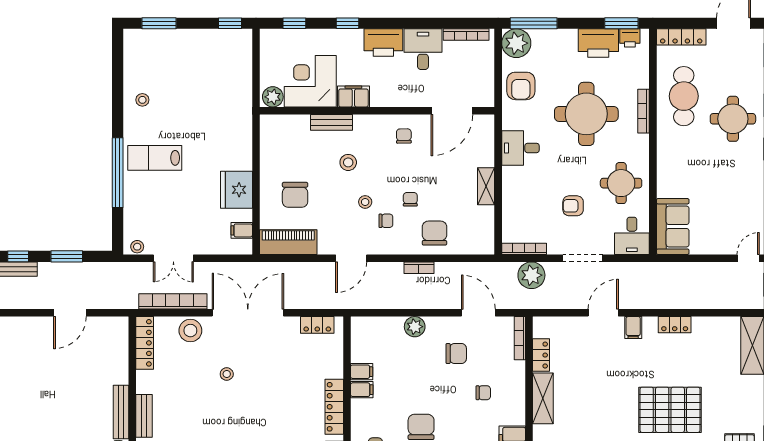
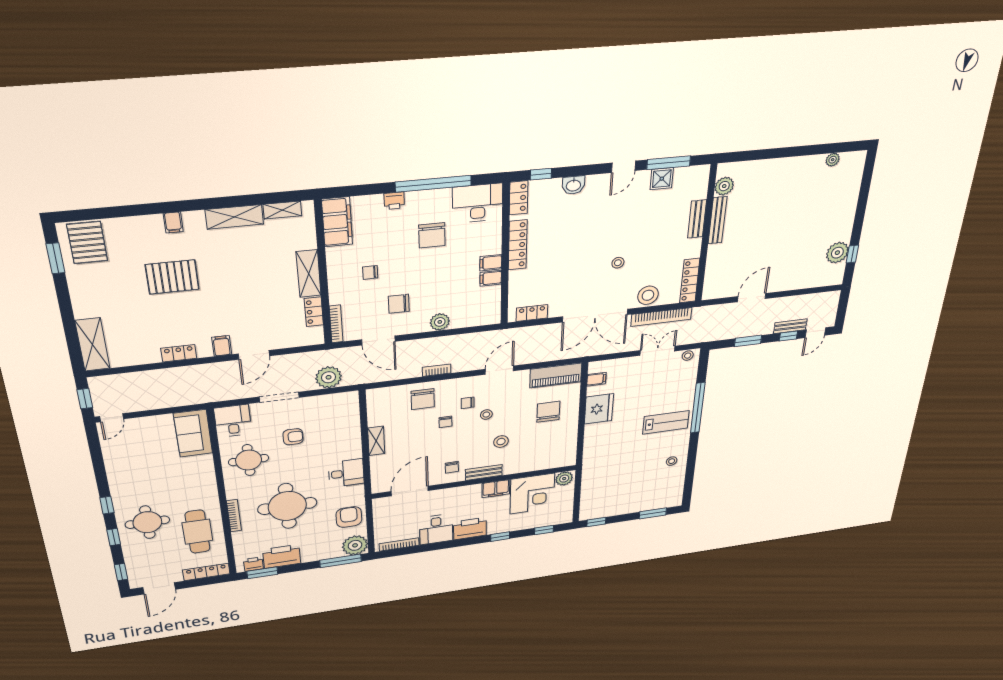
bench: (332, 122) -> (484, 472), moved
bookcase: (524, 249) -> (337, 397), removed
pallet: (670, 410) -> (172, 277), width x0.73, depth x0.71

